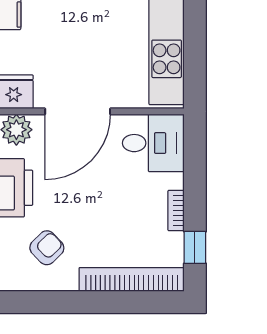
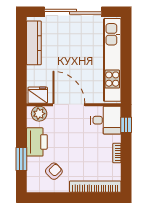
door: (78, 111) -> (69, 105), swing flipped
window: (195, 247) -> (126, 125), moved

